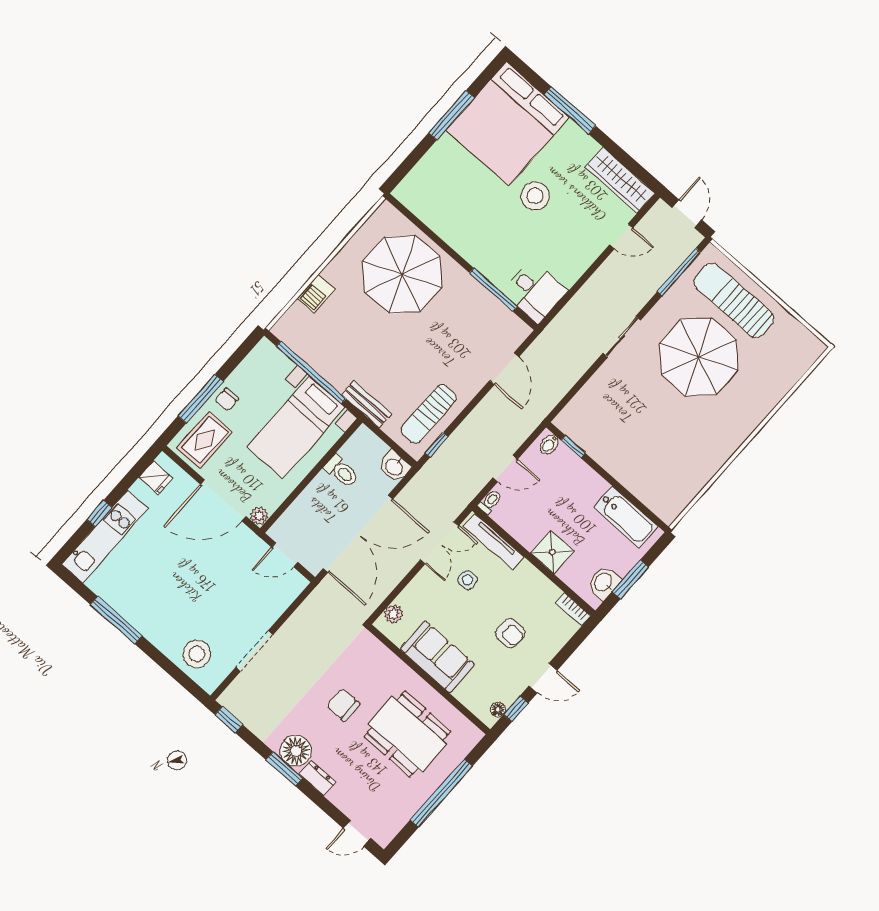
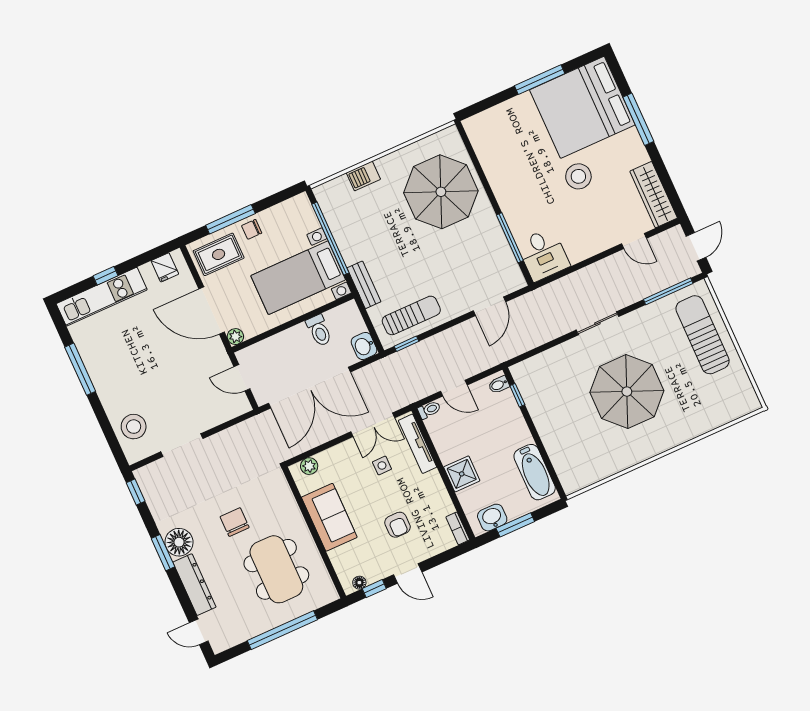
parasol: (699, 357) -> (627, 392), moved
sun lounger: (429, 414) -> (411, 315), turned 180
dresser: (317, 778) -> (194, 585), width x1.96, depth x1.24

